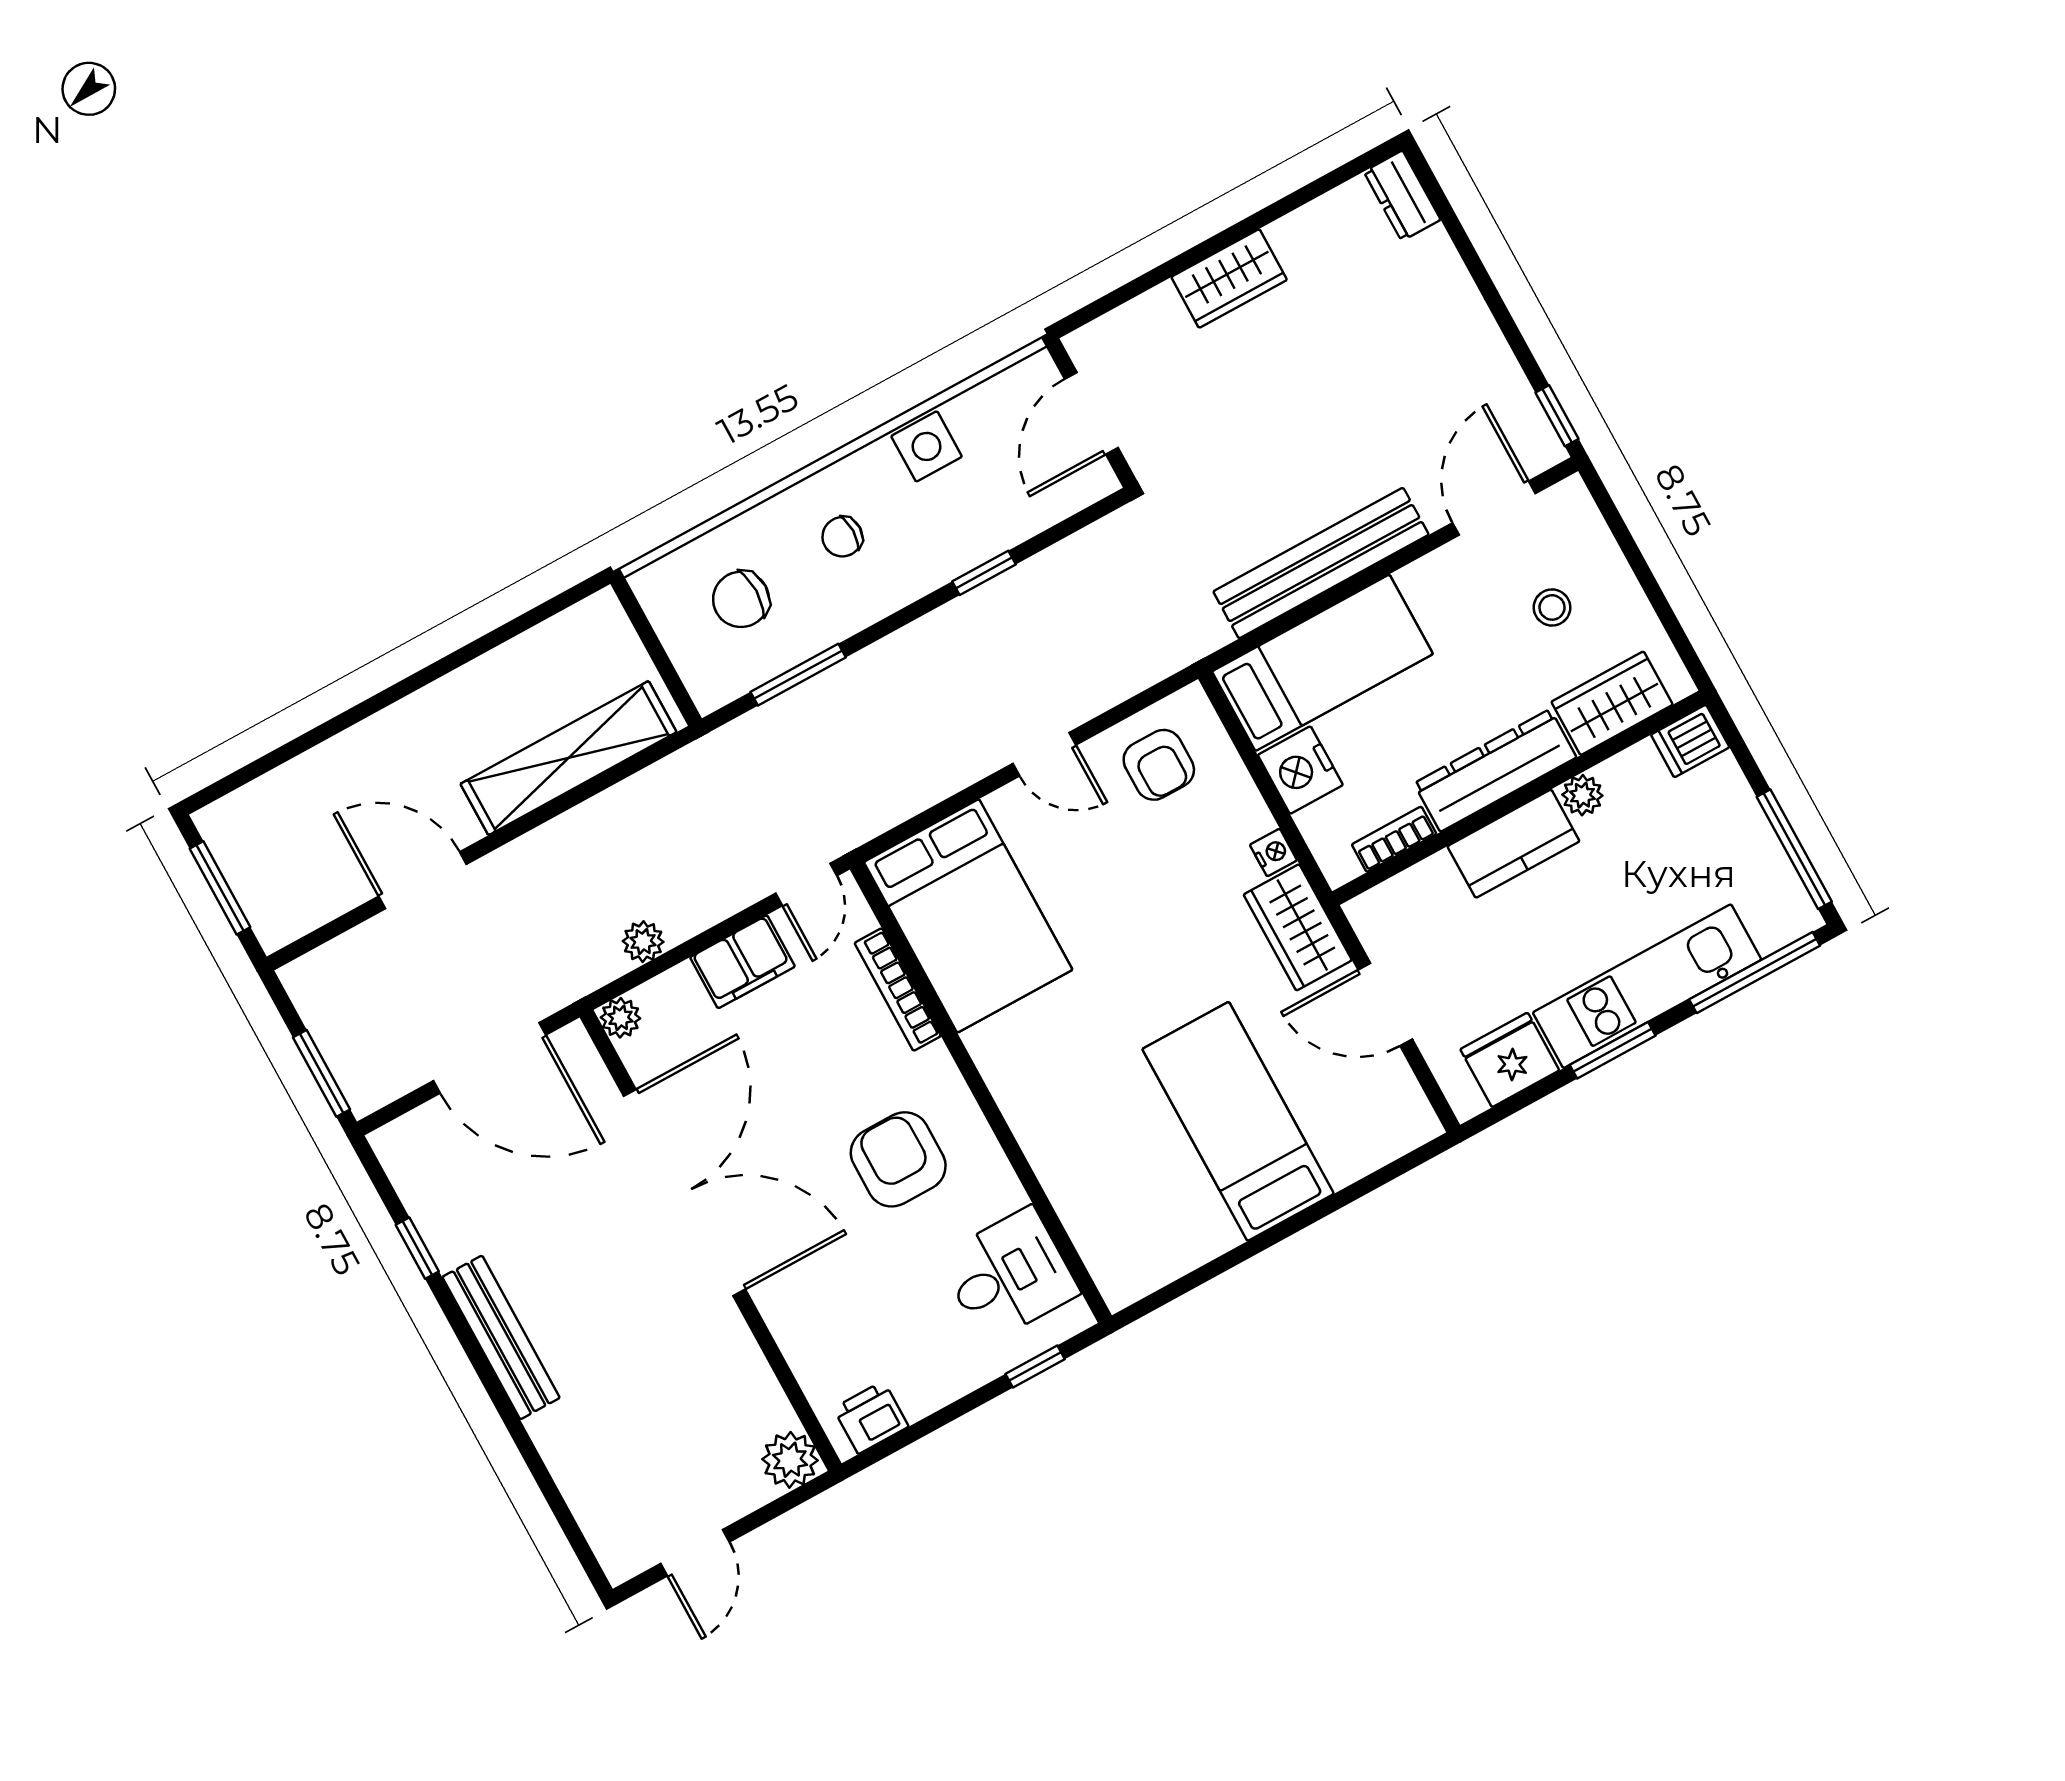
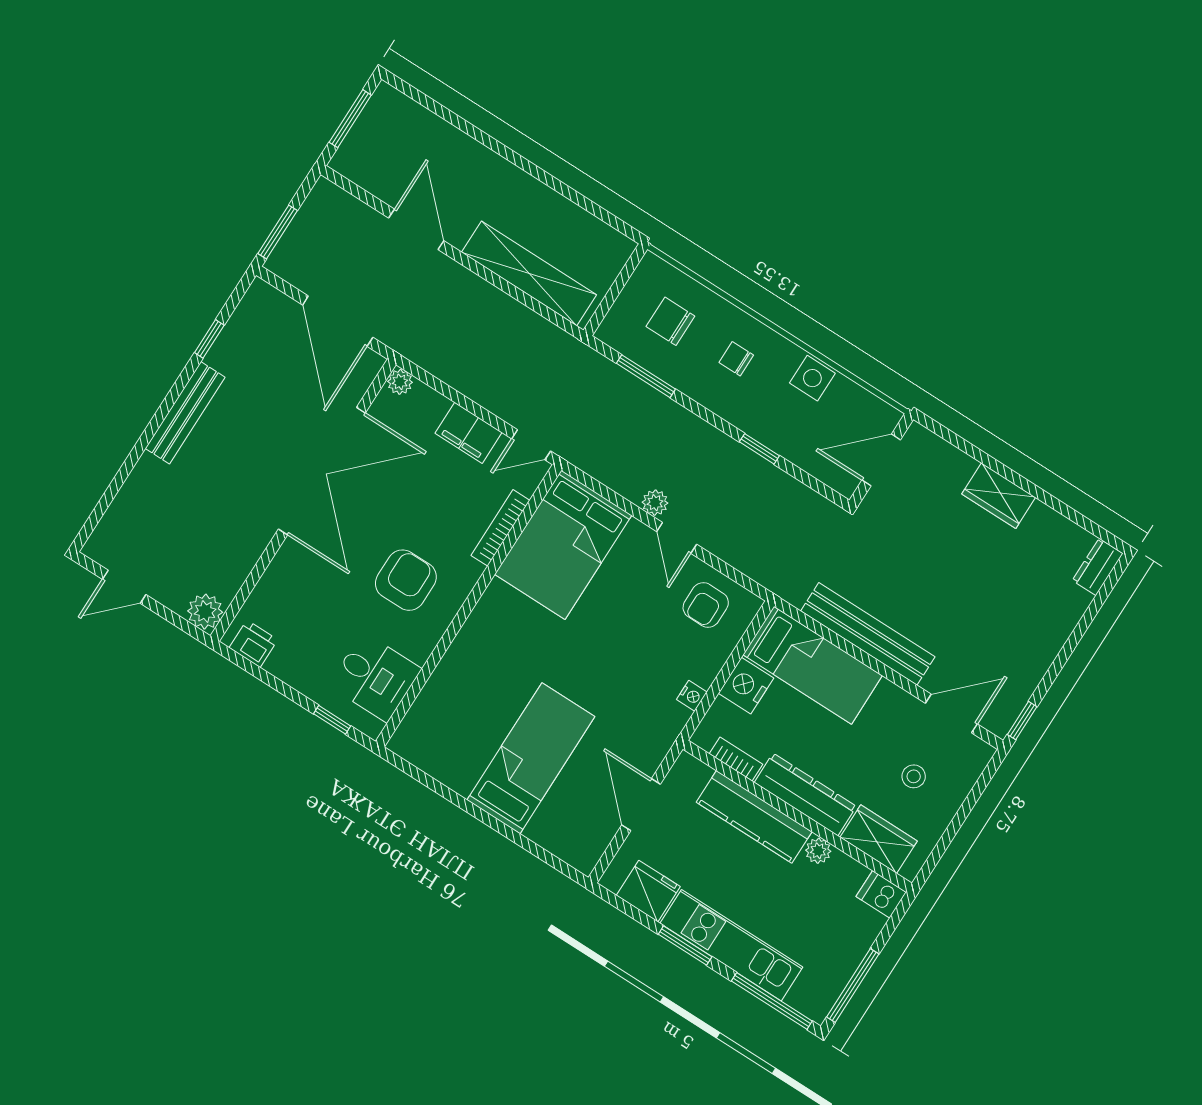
kitchen counter: (1513, 844) -> (754, 817), width x1.50
wardrobe: (1298, 927) -> (657, 732), removed
plant: (643, 942) -> (655, 503), moved

